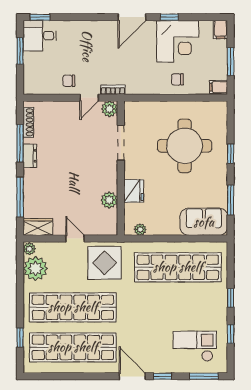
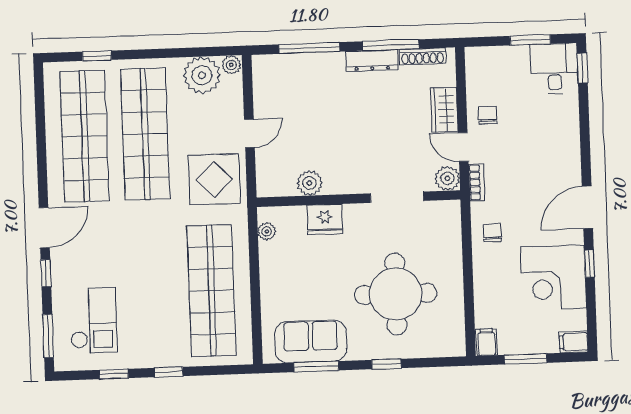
door: (132, 17) -> (587, 207), hinge flipped
chair: (177, 79) -> (492, 233), moved
dresser: (30, 156) -> (372, 61), width x1.44
sofa: (204, 222) -> (311, 341), moved, turned -90
wardrobe: (38, 227) -> (444, 110), moved, turned 180

